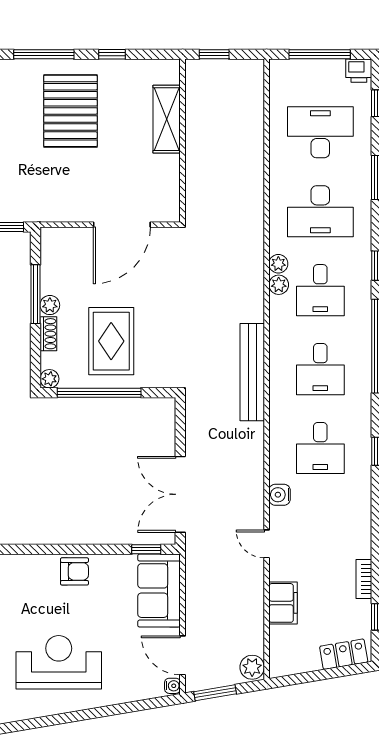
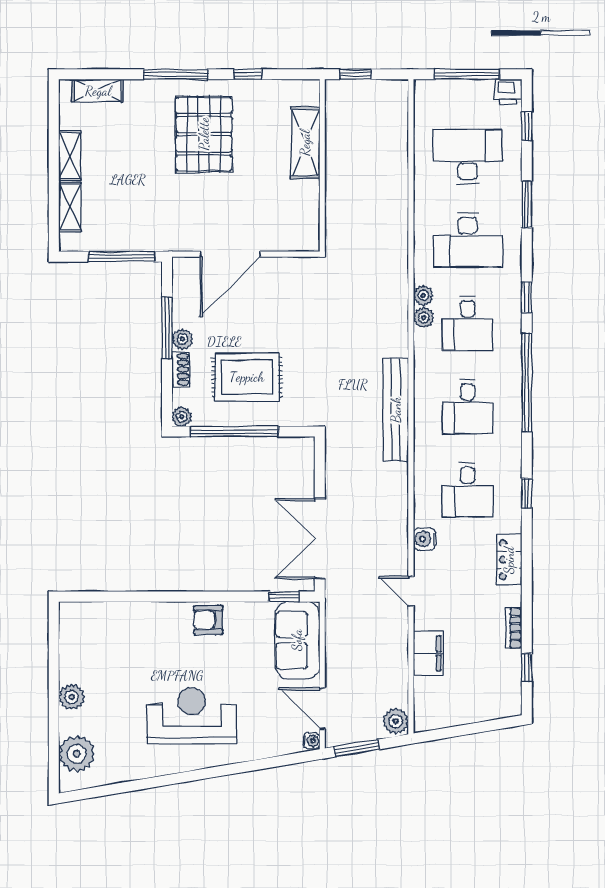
door: (122, 225) -> (230, 254), moved
rug: (111, 341) -> (247, 377), turned 90
armchair: (74, 571) -> (208, 620), turned 180
locker: (344, 654) -> (509, 560), moved, turned -80

